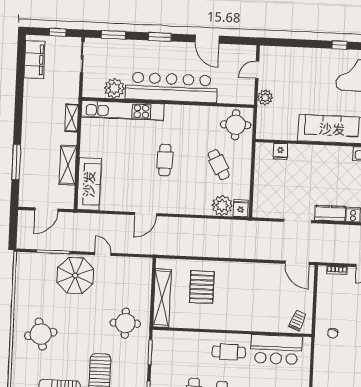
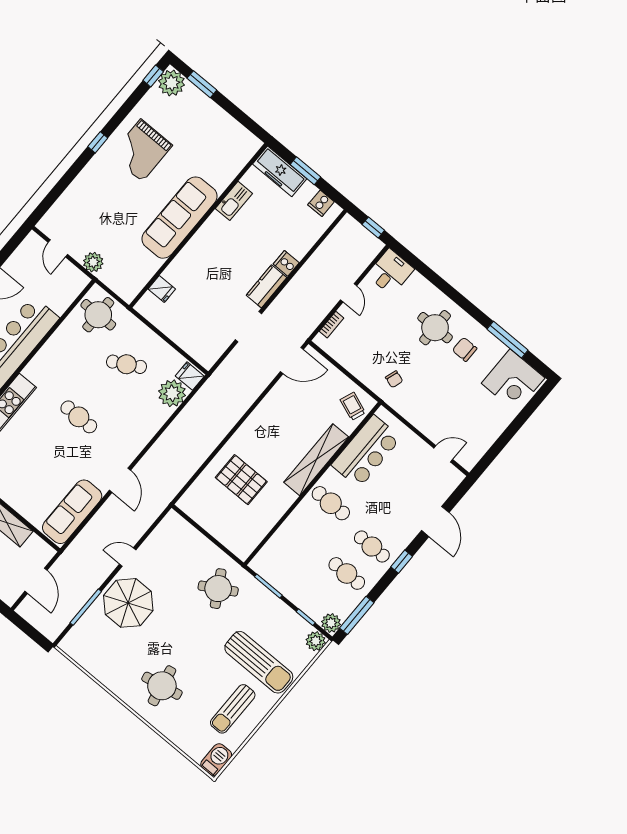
sofa: (89, 184) -> (72, 512), moved, turned -90
shelving: (162, 298) -> (316, 460), moved, turned 90
round table: (125, 323) -> (218, 589), turned -30
cafe table: (229, 352) -> (331, 503), turned 90

